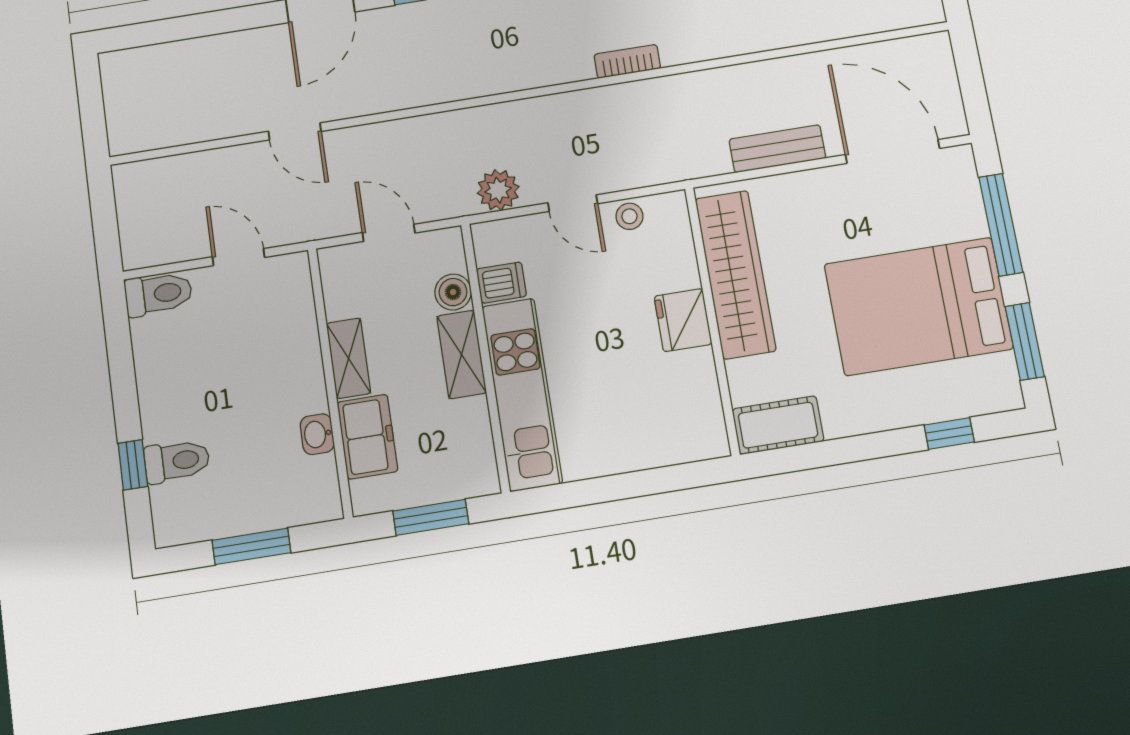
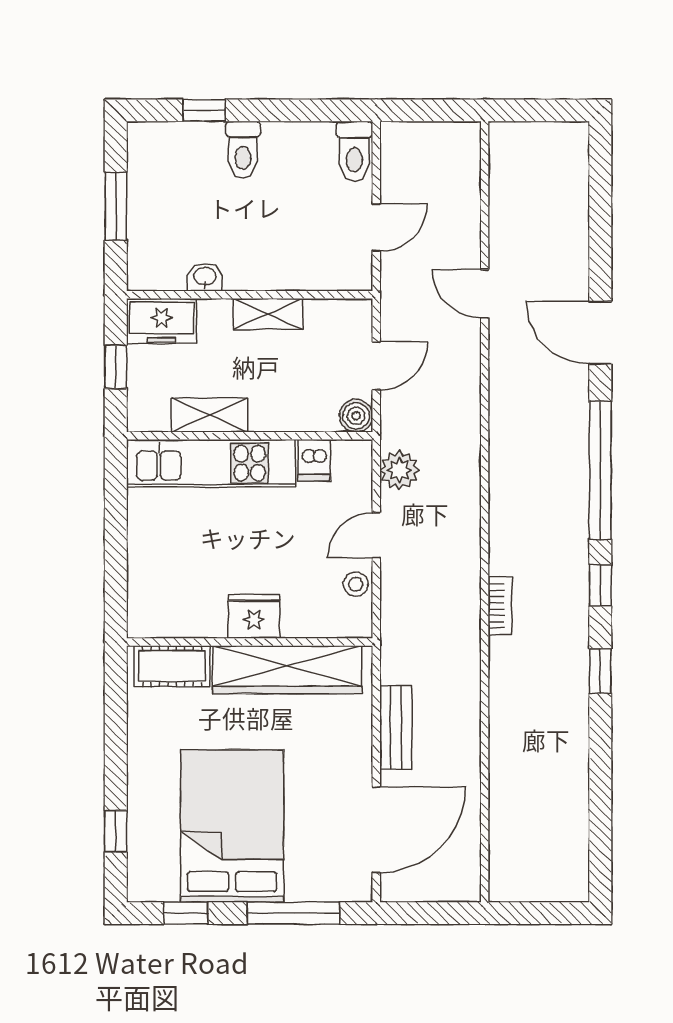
door: (295, 131) -> (485, 294), hinge flipped
boiler: (453, 292) -> (356, 416), moved
window: (1025, 341) -> (186, 913), width x0.67
shelving: (462, 354) -> (209, 415), moved
cot: (778, 425) -> (172, 666), moved, turned 90
freezer: (367, 437) -> (162, 321), moved
toilet: (177, 461) -> (243, 150), moved
window: (431, 517) -> (116, 367), width x0.67

